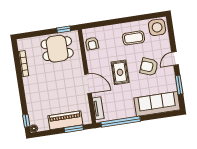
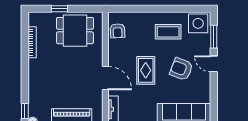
window: (64, 29) -> (59, 9), moved
door: (175, 58) -> (214, 64), hinge flipped
window: (179, 85) -> (214, 37), moved

